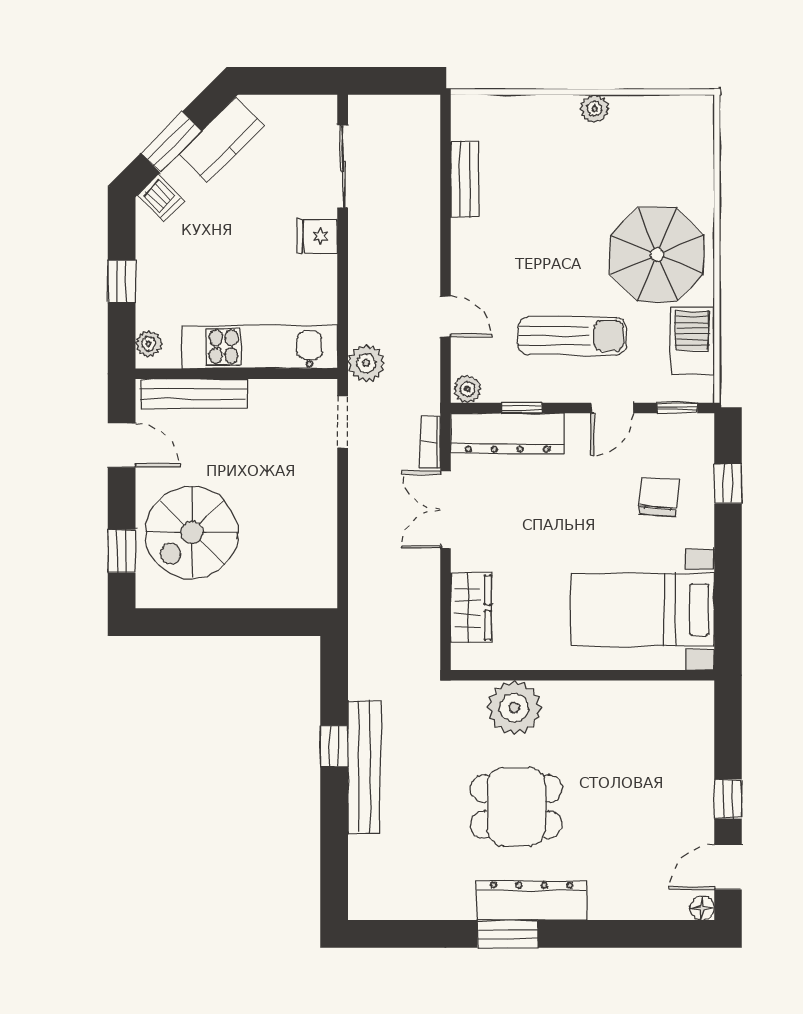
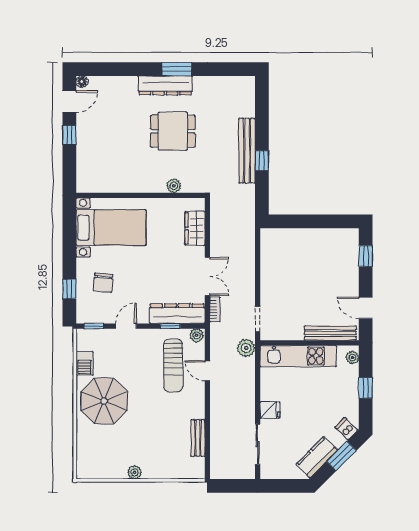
sun lounger: (572, 336) -> (173, 365), moved, turned -90
barbecue: (692, 341) -> (85, 363), width x0.73, depth x0.79
spiral stairs: (192, 532) -> (331, 265), removed
plant: (514, 708) -> (174, 186), width x0.53, depth x0.53

